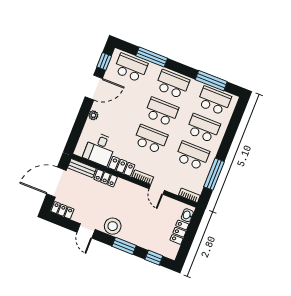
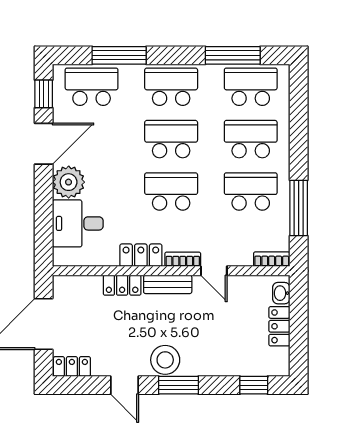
plant: (93, 115) -> (69, 182), width x1.88, depth x1.88
desk: (100, 149) -> (78, 223), moved, turned 90
bench: (82, 168) -> (168, 284), moved
window: (124, 246) -> (179, 385), moved

